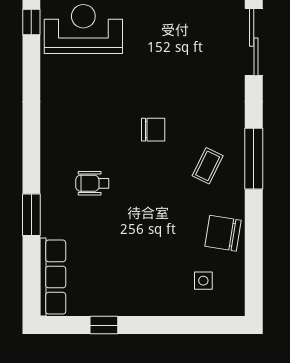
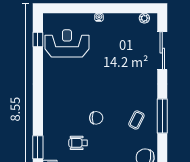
chair: (153, 130) -> (96, 118), moved
wheelchair: (92, 183) -> (78, 143), moved

